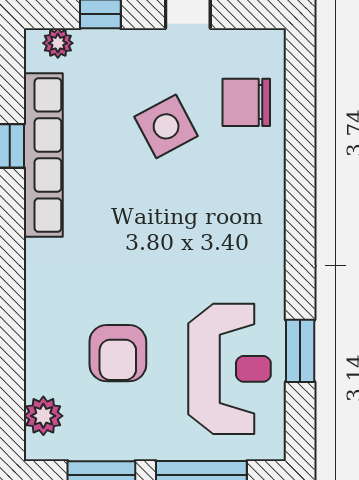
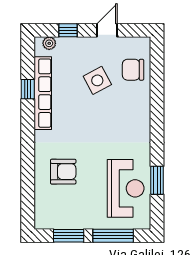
armchair: (118, 353) -> (63, 172), moved, turned -90
plant: (43, 416) -> (43, 209), removed

